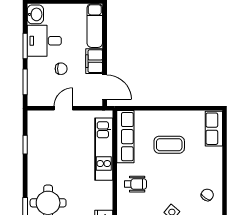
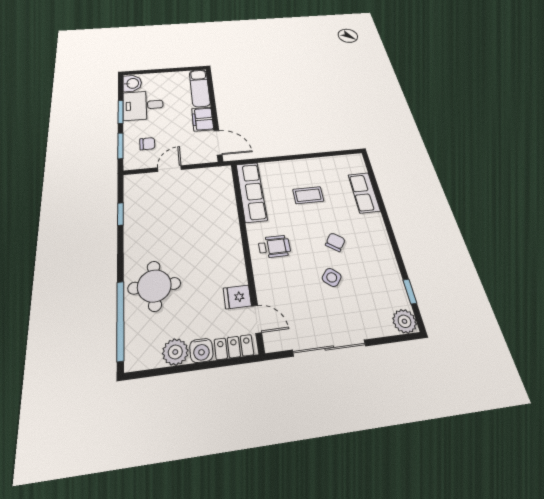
chair: (61, 69) -> (147, 144), moved
row of seats: (214, 129) -> (364, 193), moved
coffee table: (169, 145) -> (308, 195), width x0.73, depth x0.77
kitchen unit: (104, 149) -> (226, 209), removed
chair: (207, 195) -> (335, 242), moved

